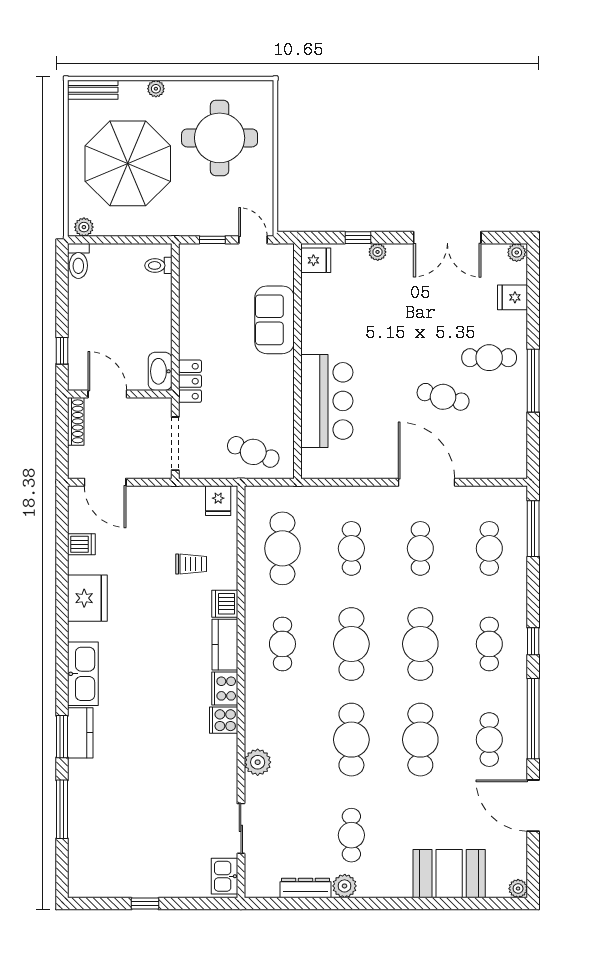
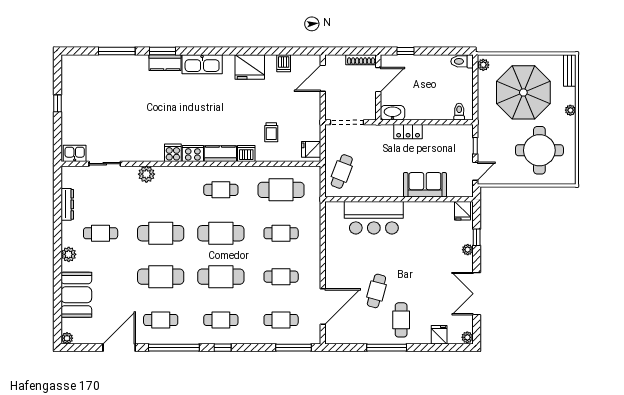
locker: (190, 381) -> (408, 132), moved
door: (427, 482) -> (323, 307), moved
plant: (345, 886) -> (69, 254), moved

